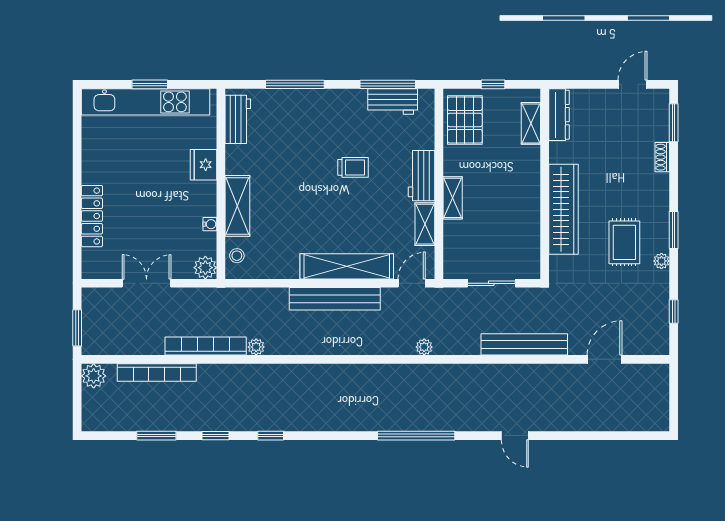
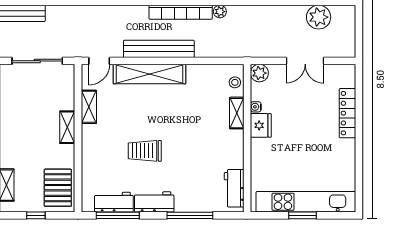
fridge: (203, 165) -> (261, 125), moved
trolley: (353, 167) -> (145, 151), width x1.36, depth x1.39
workbench: (421, 176) -> (154, 202), moved, turned -90
shelving: (237, 206) -> (237, 113), width x0.67, depth x0.75
sliding door: (491, 283) -> (37, 61), width x1.37
window: (77, 328) -> (359, 26), removed
bookcase: (206, 346) -> (181, 12), moved
plant: (424, 347) -> (319, 17), moved, width x1.88, depth x1.88

